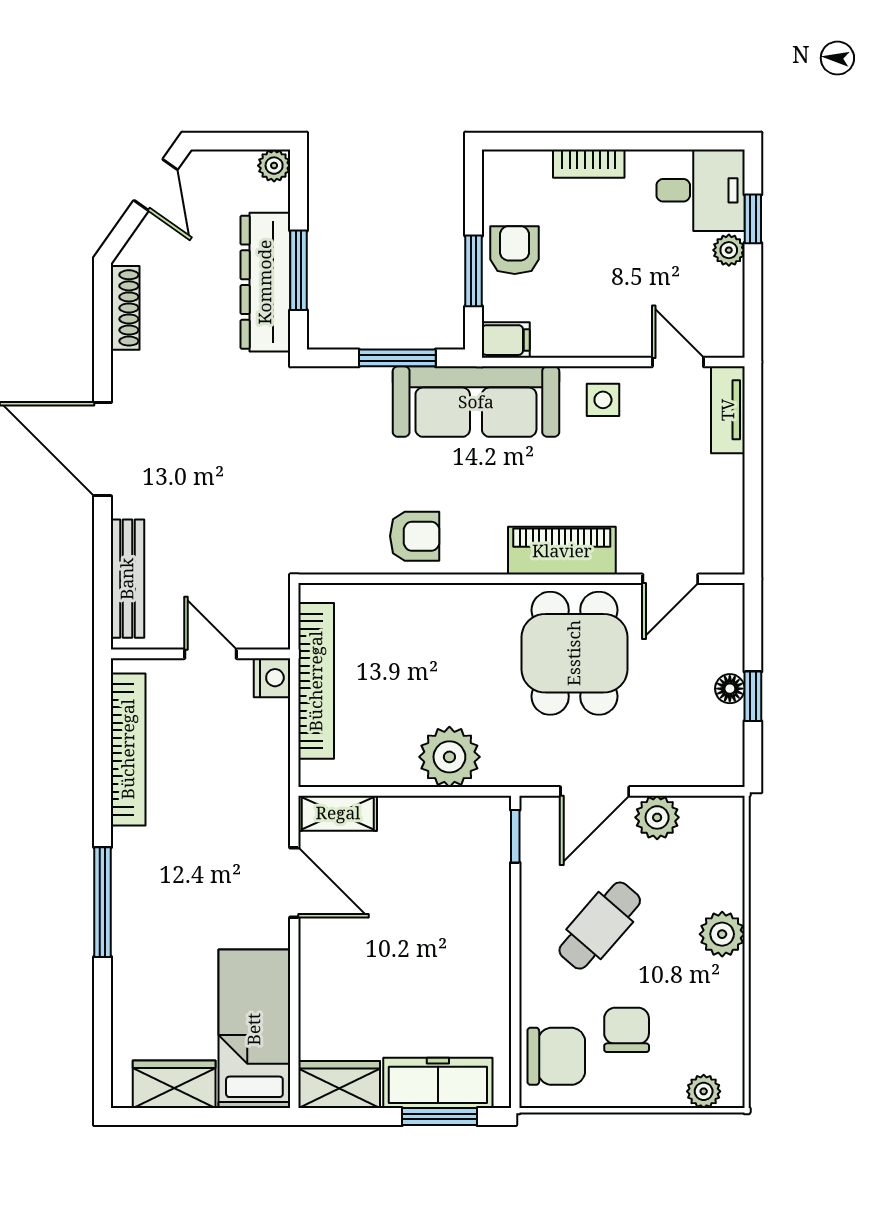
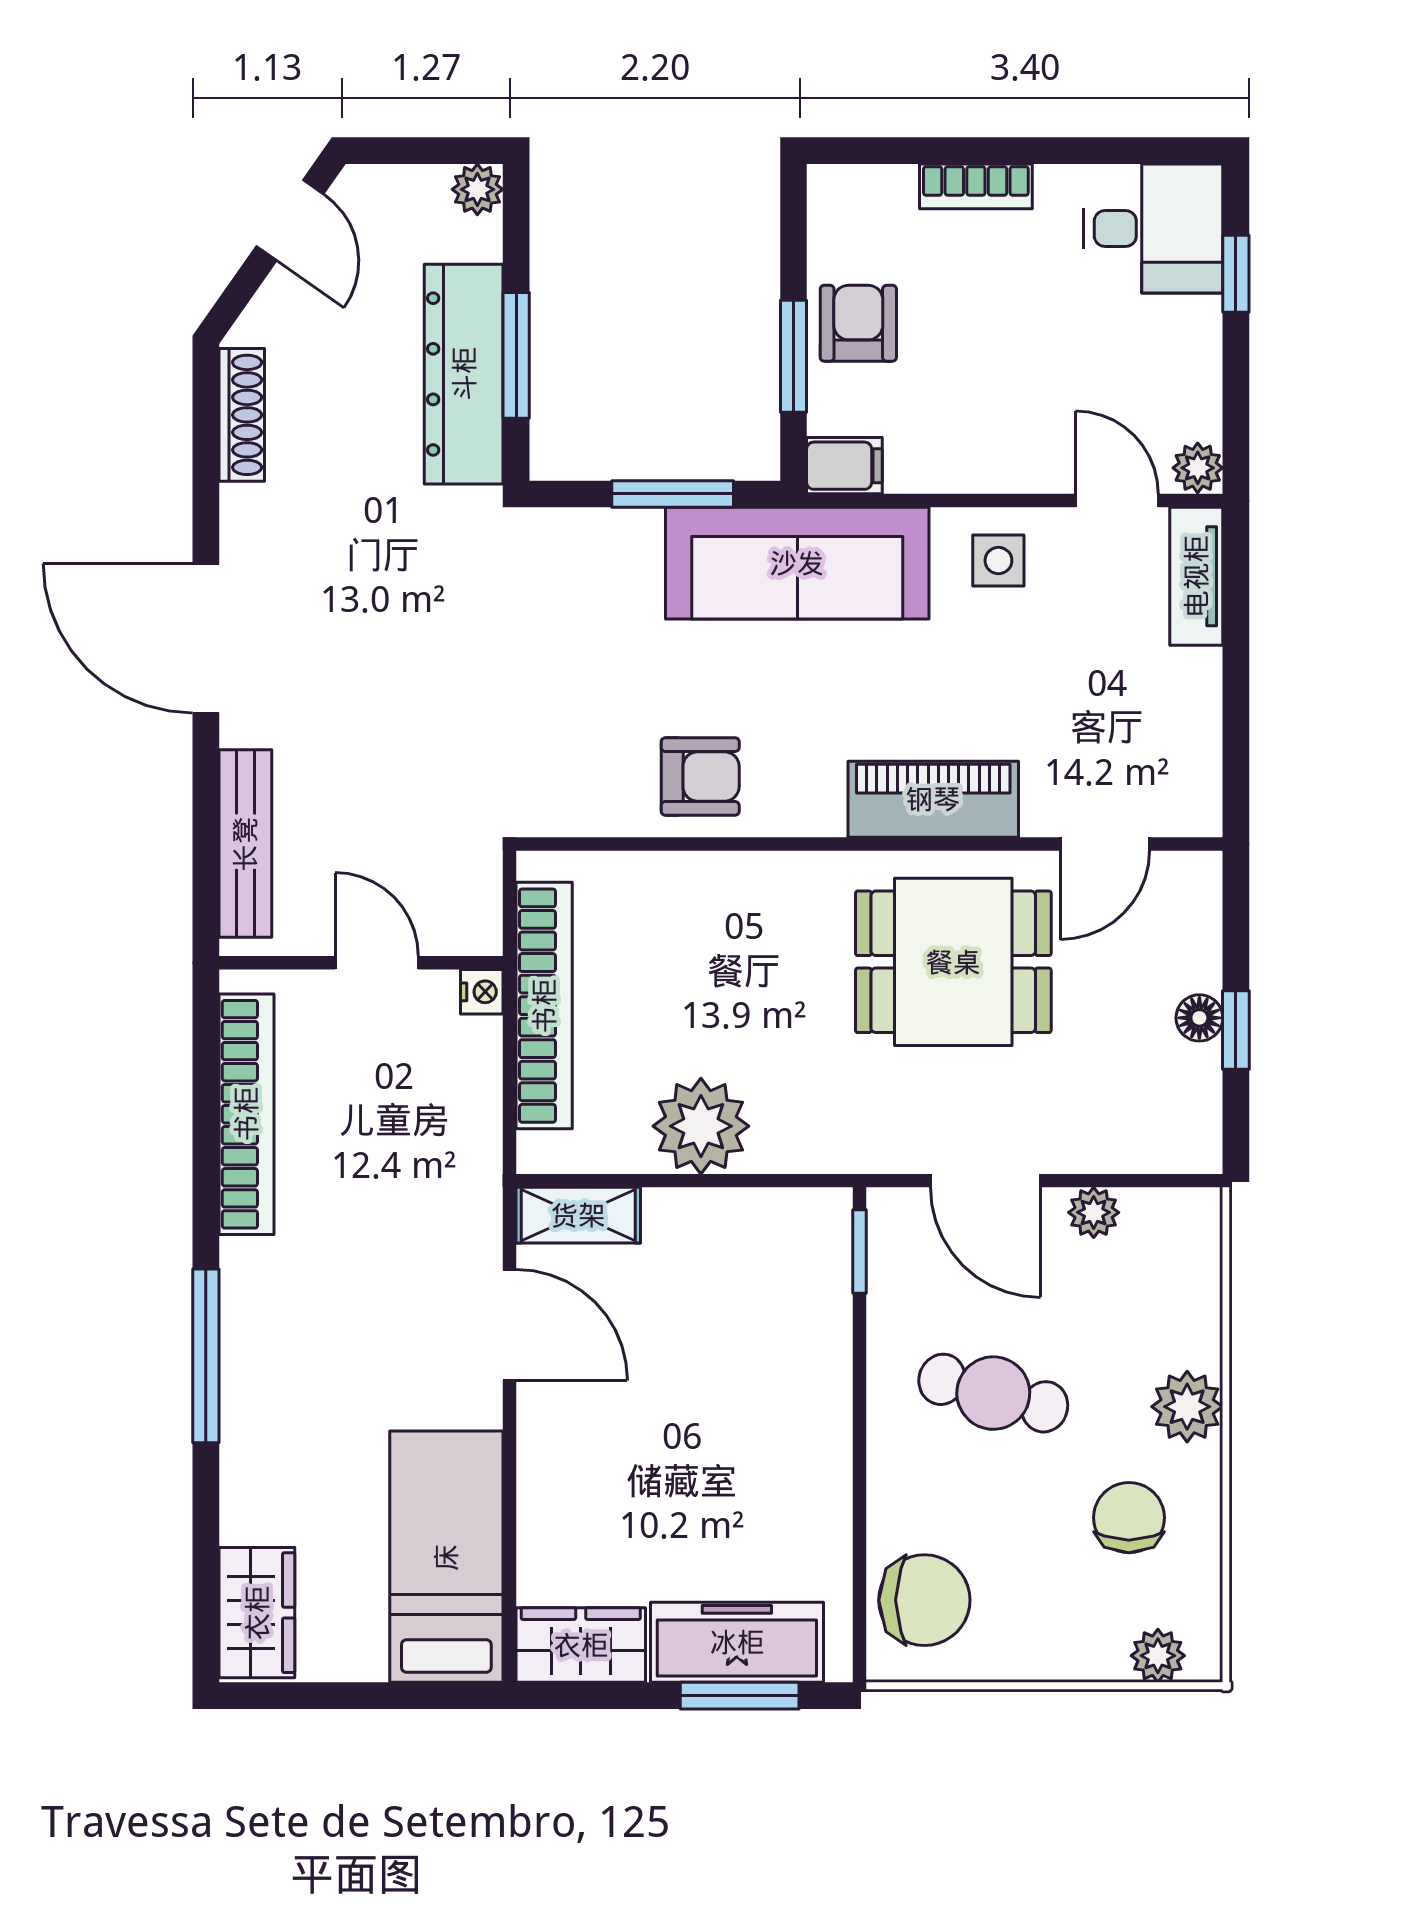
plant: (729, 250) -> (1198, 468), moved
dining table: (574, 653) -> (953, 962), turned 90
nightstand: (272, 678) -> (482, 992), width x0.72, depth x0.74
plant: (449, 757) -> (701, 1126), moved
door: (595, 791) -> (985, 1181), hinge flipped
plant: (657, 817) -> (1094, 1212), width x0.73, depth x0.73
cafe table: (600, 926) -> (993, 1393), turned 64
chair: (627, 1030) -> (1129, 1518), moved
wardrobe: (174, 1084) -> (257, 1613), moved, turned 90

